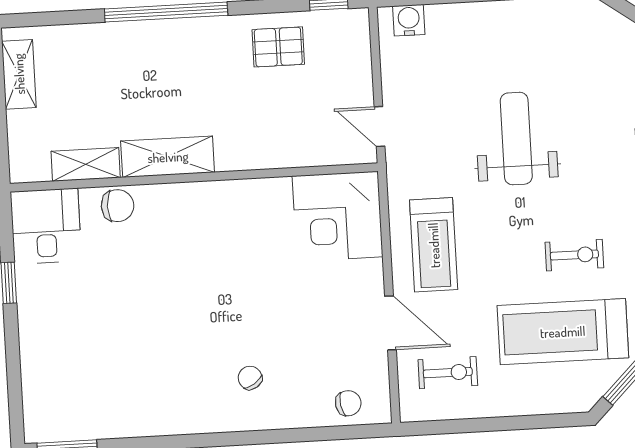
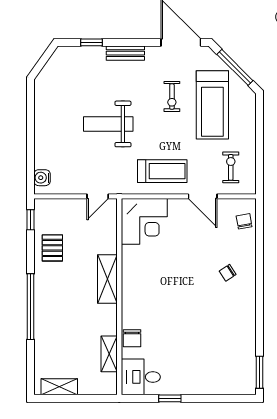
shelving: (168, 157) -> (107, 279), moved
chair: (118, 206) -> (132, 338), turned 180
exercise bike: (574, 255) -> (172, 96), turned 180
door: (390, 323) -> (203, 196), swing flipped

